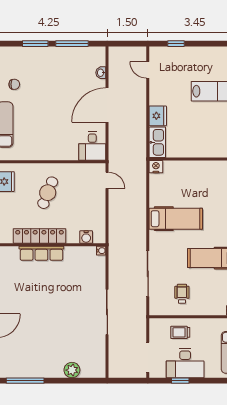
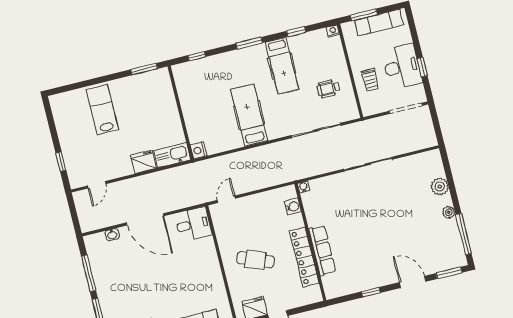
plant: (47, 372) -> (449, 212), added

